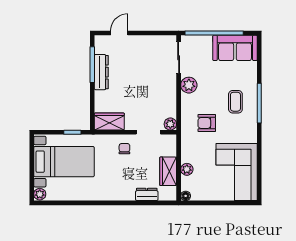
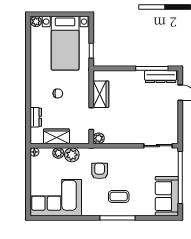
dresser: (101, 72) -> (161, 77), moved
plant: (189, 85) -> (72, 155), moved
wardrobe: (109, 122) -> (101, 94), moved
chair: (124, 149) -> (58, 93), moved

